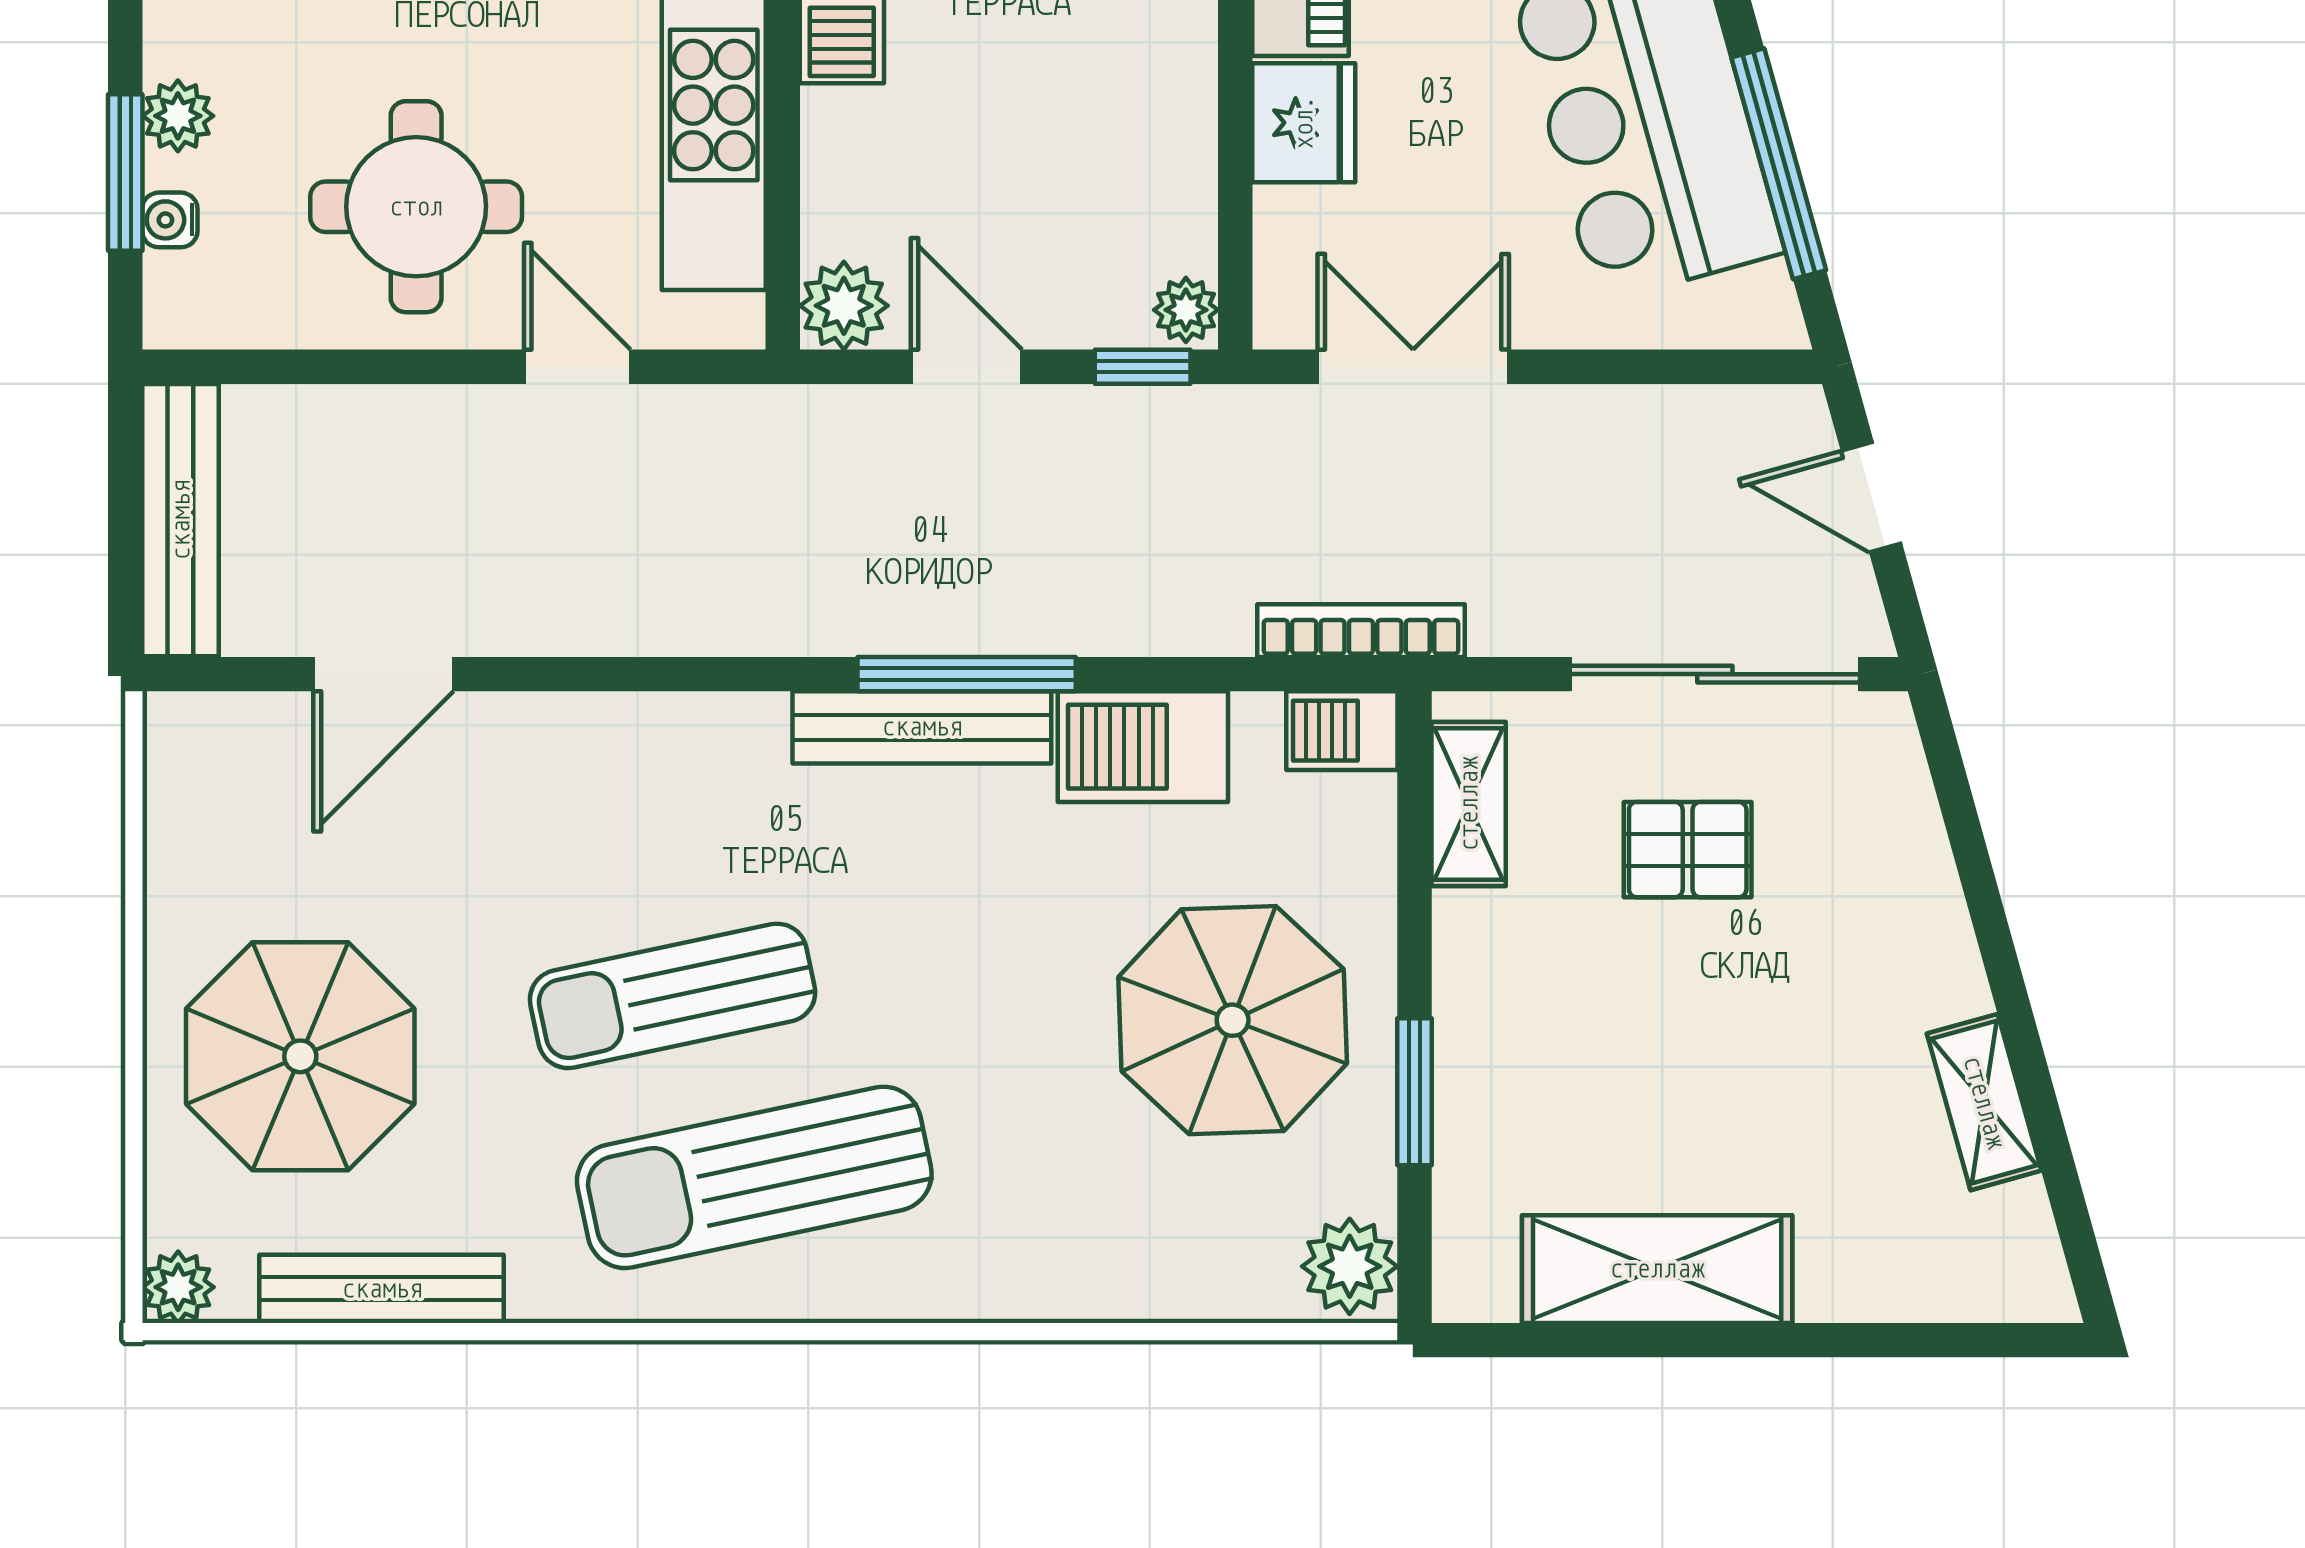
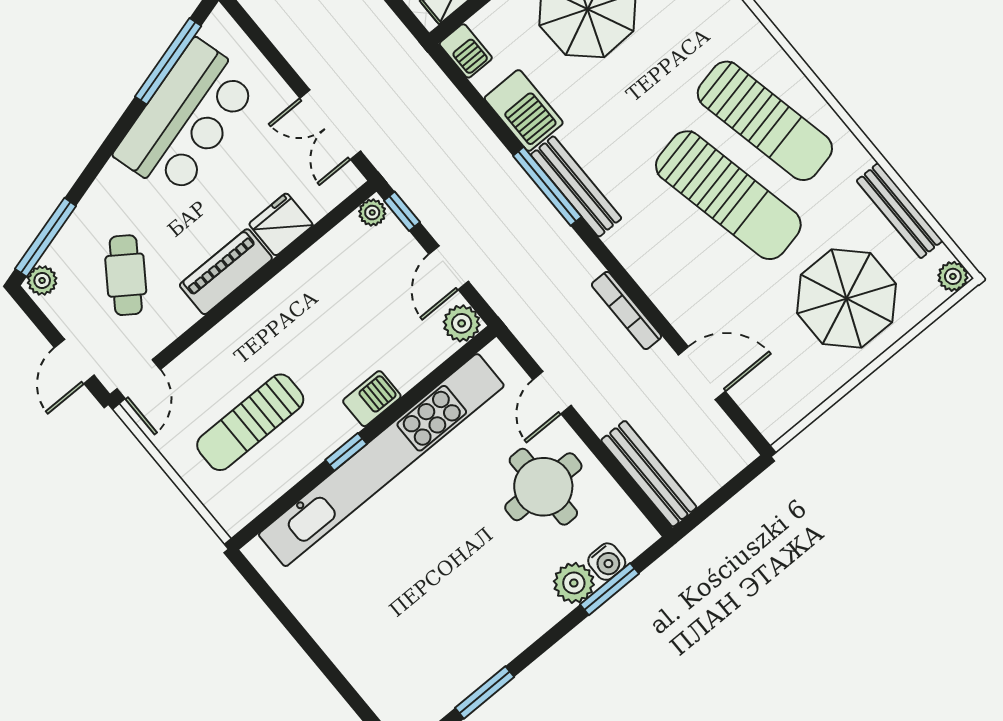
plant: (178, 116) -> (574, 583), width x1.38, depth x1.38
water cooler: (170, 220) -> (607, 562), width x1.38, depth x1.38
bench: (181, 520) -> (649, 474), moved, turned 90
bookcase: (1361, 631) -> (626, 311), moved
sun lounger: (673, 996) -> (728, 195), width x1.36, depth x1.34

